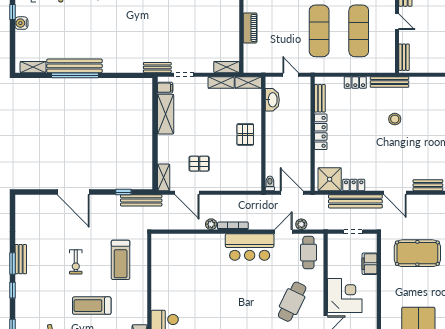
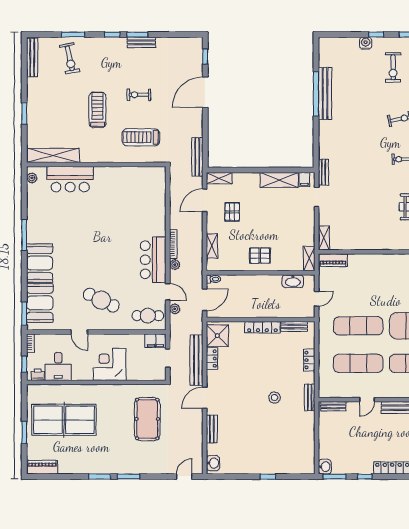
piano: (250, 28) -> (333, 260), moved
shelving: (33, 67) -> (324, 54), removed
bench: (389, 82) -> (310, 397), width x0.73
shelving: (221, 83) -> (212, 246), moved
window: (123, 192) -> (205, 57), moved
plant: (211, 224) -> (175, 265), moved
filing cabinet: (370, 264) -> (155, 341), moved, turned 180
corner desk: (345, 296) -> (110, 364), moved, turned 180

